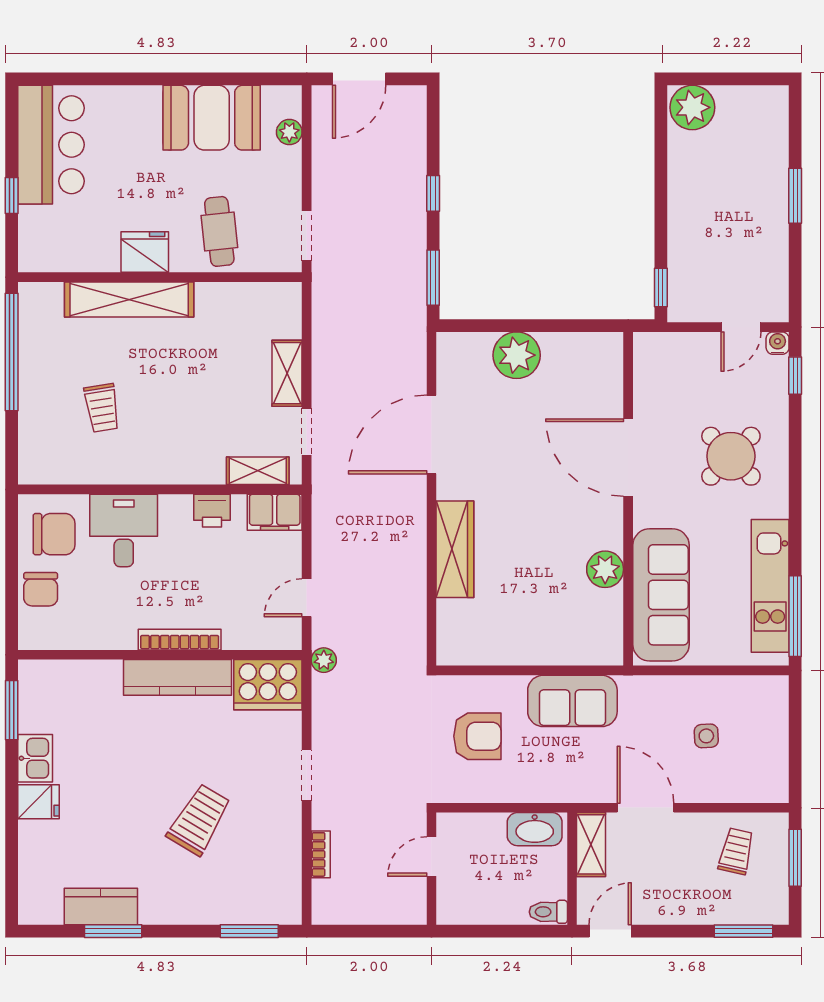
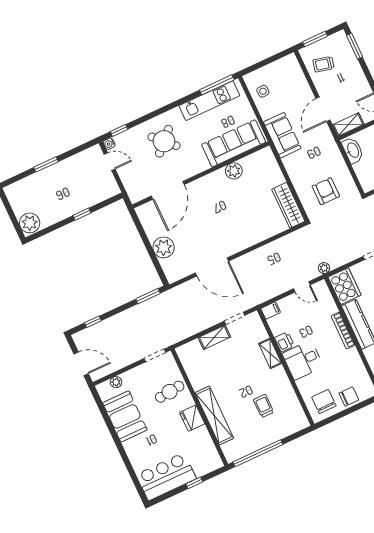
window: (433, 193) -> (93, 322), moved
window: (661, 287) -> (82, 214), moved
trolley: (102, 408) -> (264, 406), turned -81
door: (628, 458) -> (168, 190), moved
shelving: (258, 471) -> (270, 353), moved
filing cabinet: (275, 512) -> (271, 310), width x0.50
desk: (124, 530) -> (303, 360), moved
wardrobe: (455, 549) -> (288, 205), moved, turned -90
sofa: (572, 701) -> (282, 135), moved
side table: (706, 736) -> (263, 91), moved

